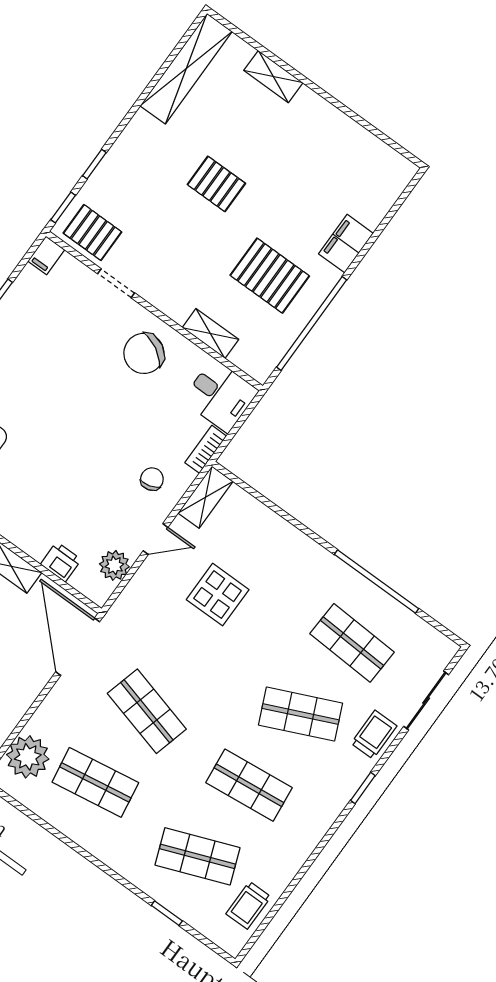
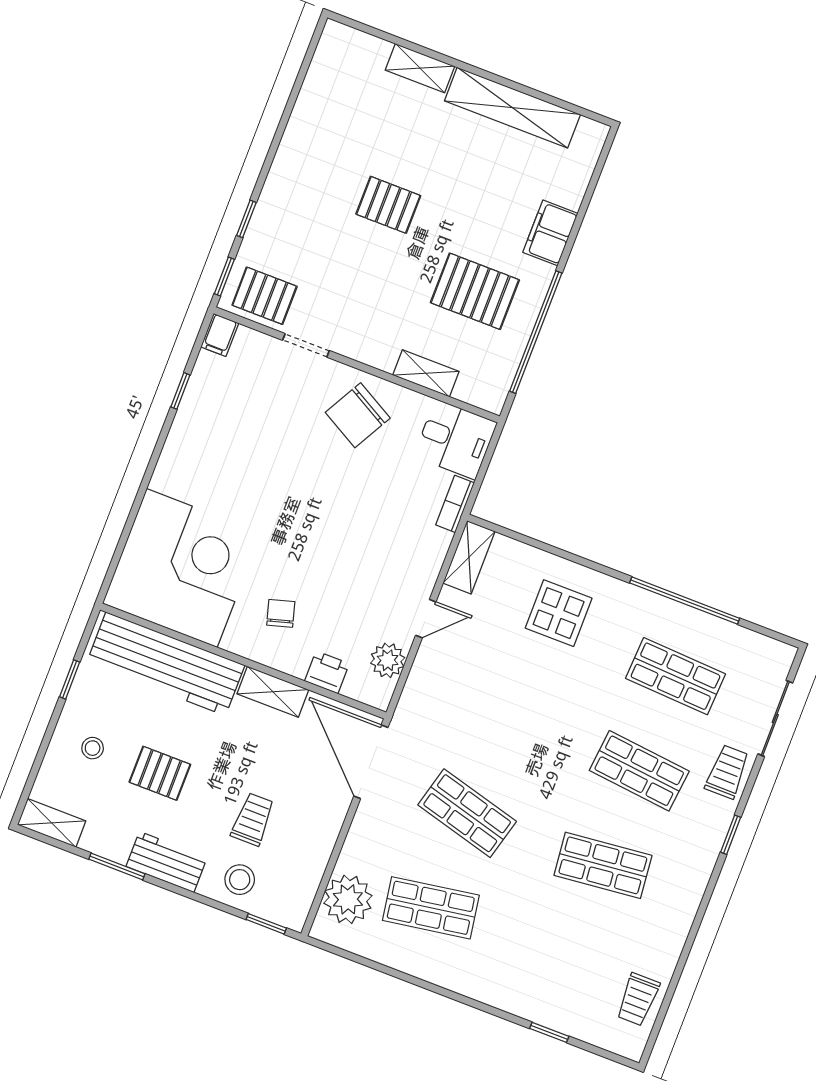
shelving: (186, 69) -> (512, 108), moved, turned 90
chair: (152, 479) -> (281, 613), moved
display table: (218, 595) -> (559, 613), moved
shop shelf: (300, 714) -> (639, 771), turned 30
shop shelf: (197, 856) -> (567, 960), removed

